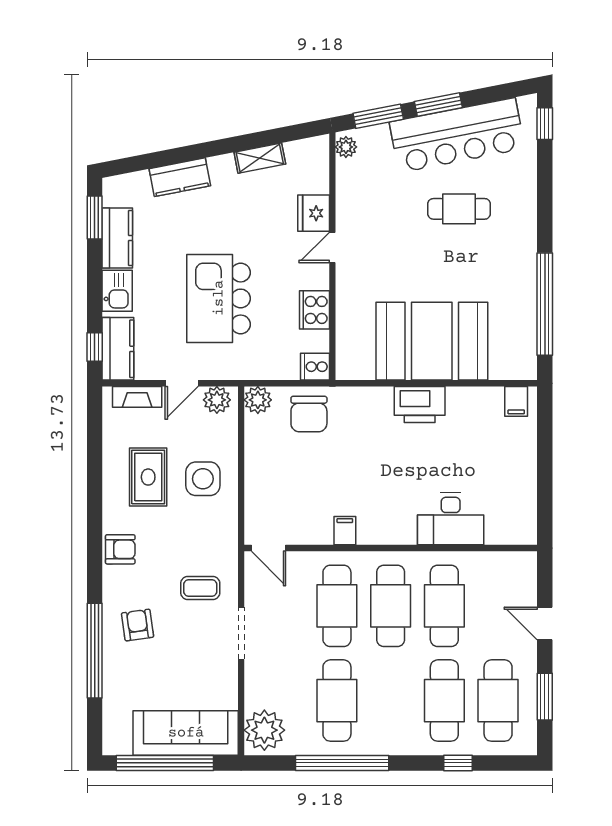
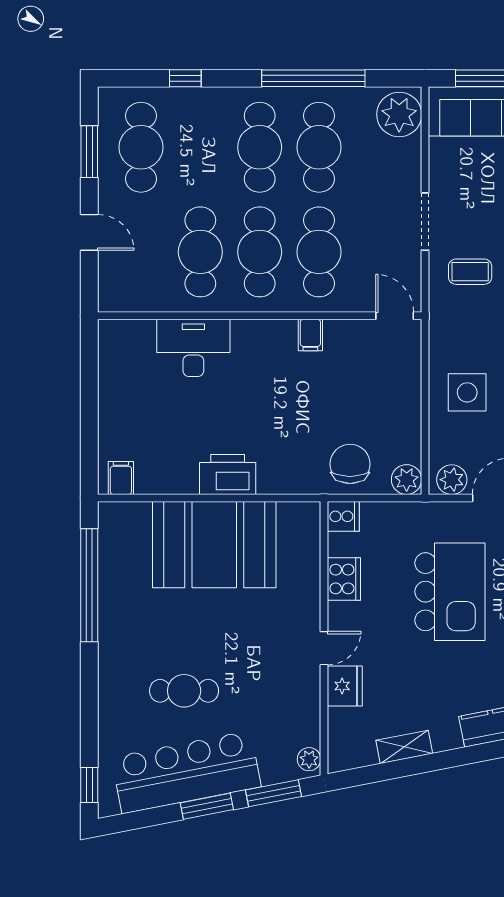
cafe table: (444, 701) -> (260, 147), moved

